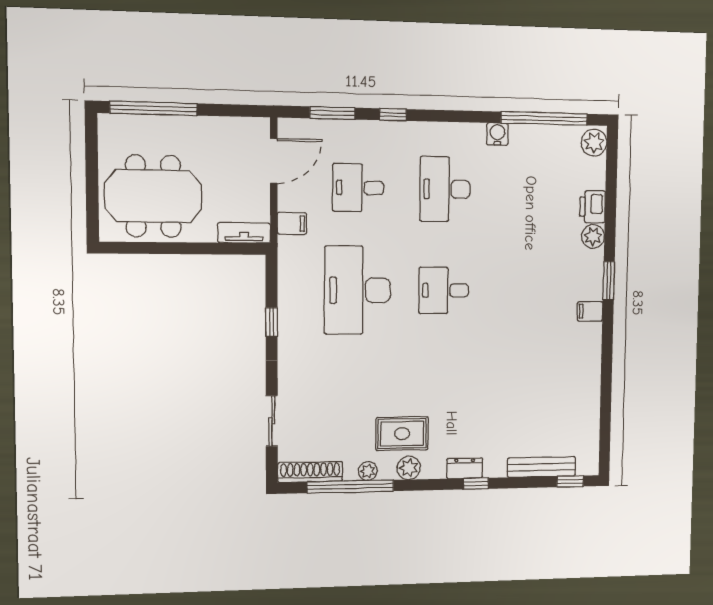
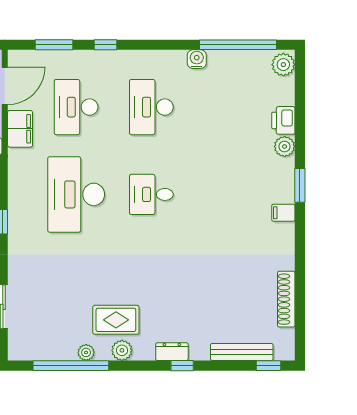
desk: (358, 188) -> (76, 107), width x1.37
filing cabinet: (292, 223) -> (20, 129), width x2.00
shoe rack: (310, 472) -> (286, 299), moved, turned -90

